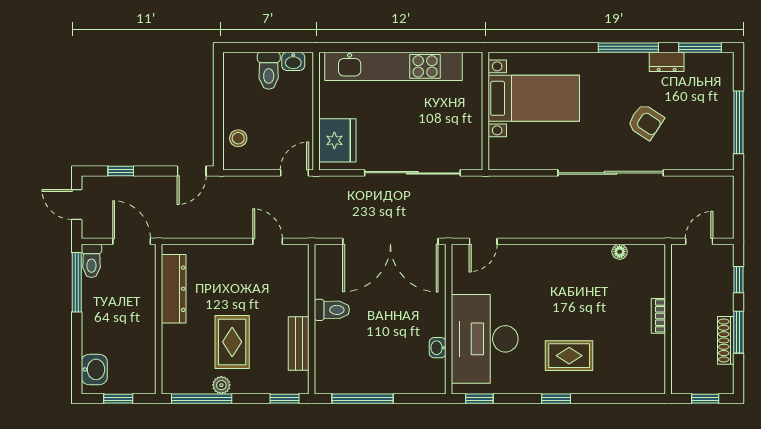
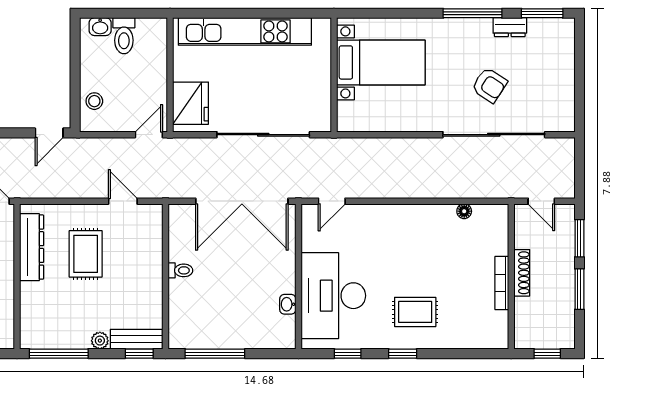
washbasin: (293, 61) -> (100, 27), moved
window: (738, 122) -> (579, 86), removed
sliding door: (611, 173) -> (494, 135), moved
door: (699, 241) -> (541, 201), swing flipped
window: (738, 280) -> (579, 238), width x1.50
toilet: (332, 310) -> (180, 270), width x0.73, depth x0.72
bookcase: (658, 316) -> (502, 283), width x1.56
shoe rack: (726, 340) -> (522, 273), moved, turned 180
rug: (232, 342) -> (86, 254), moved
bench: (299, 344) -> (136, 339), moved, turned 90
plant: (221, 385) -> (100, 341), moved
window: (479, 399) -> (348, 354), moved

